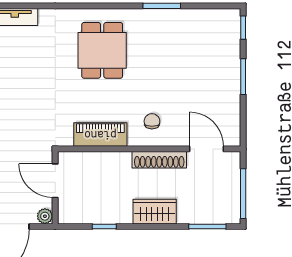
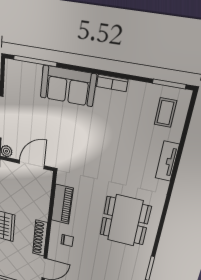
dining table: (102, 50) -> (125, 221), width x1.38

